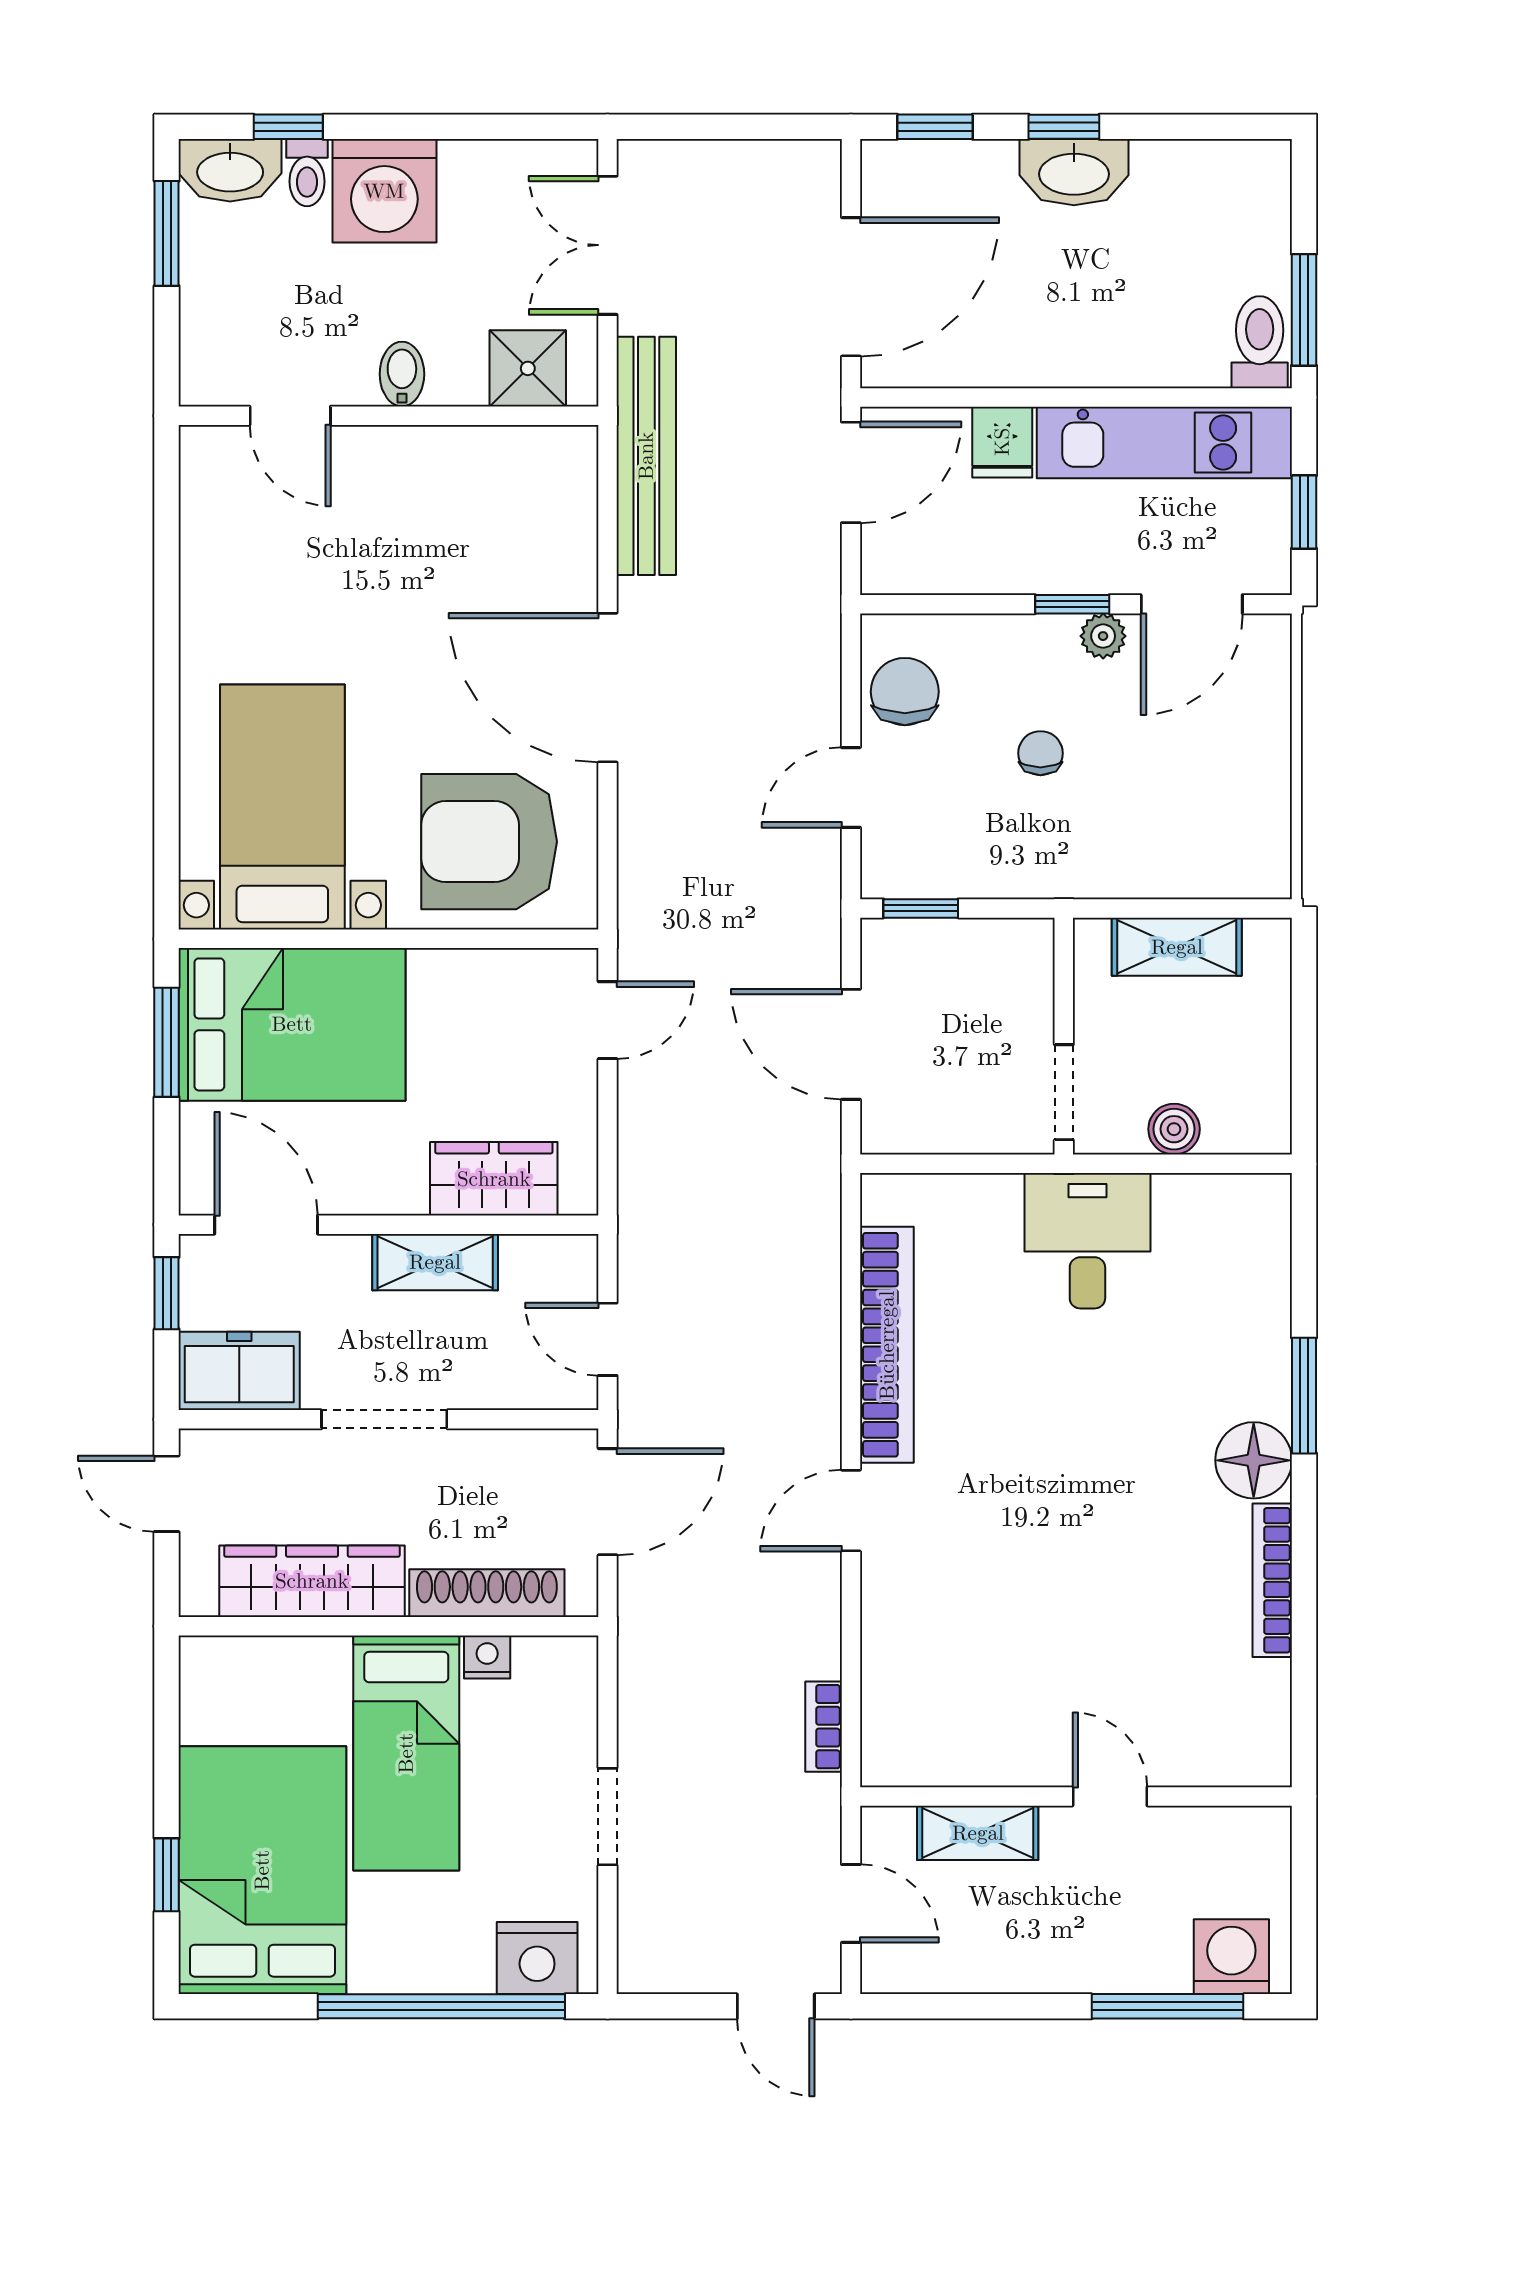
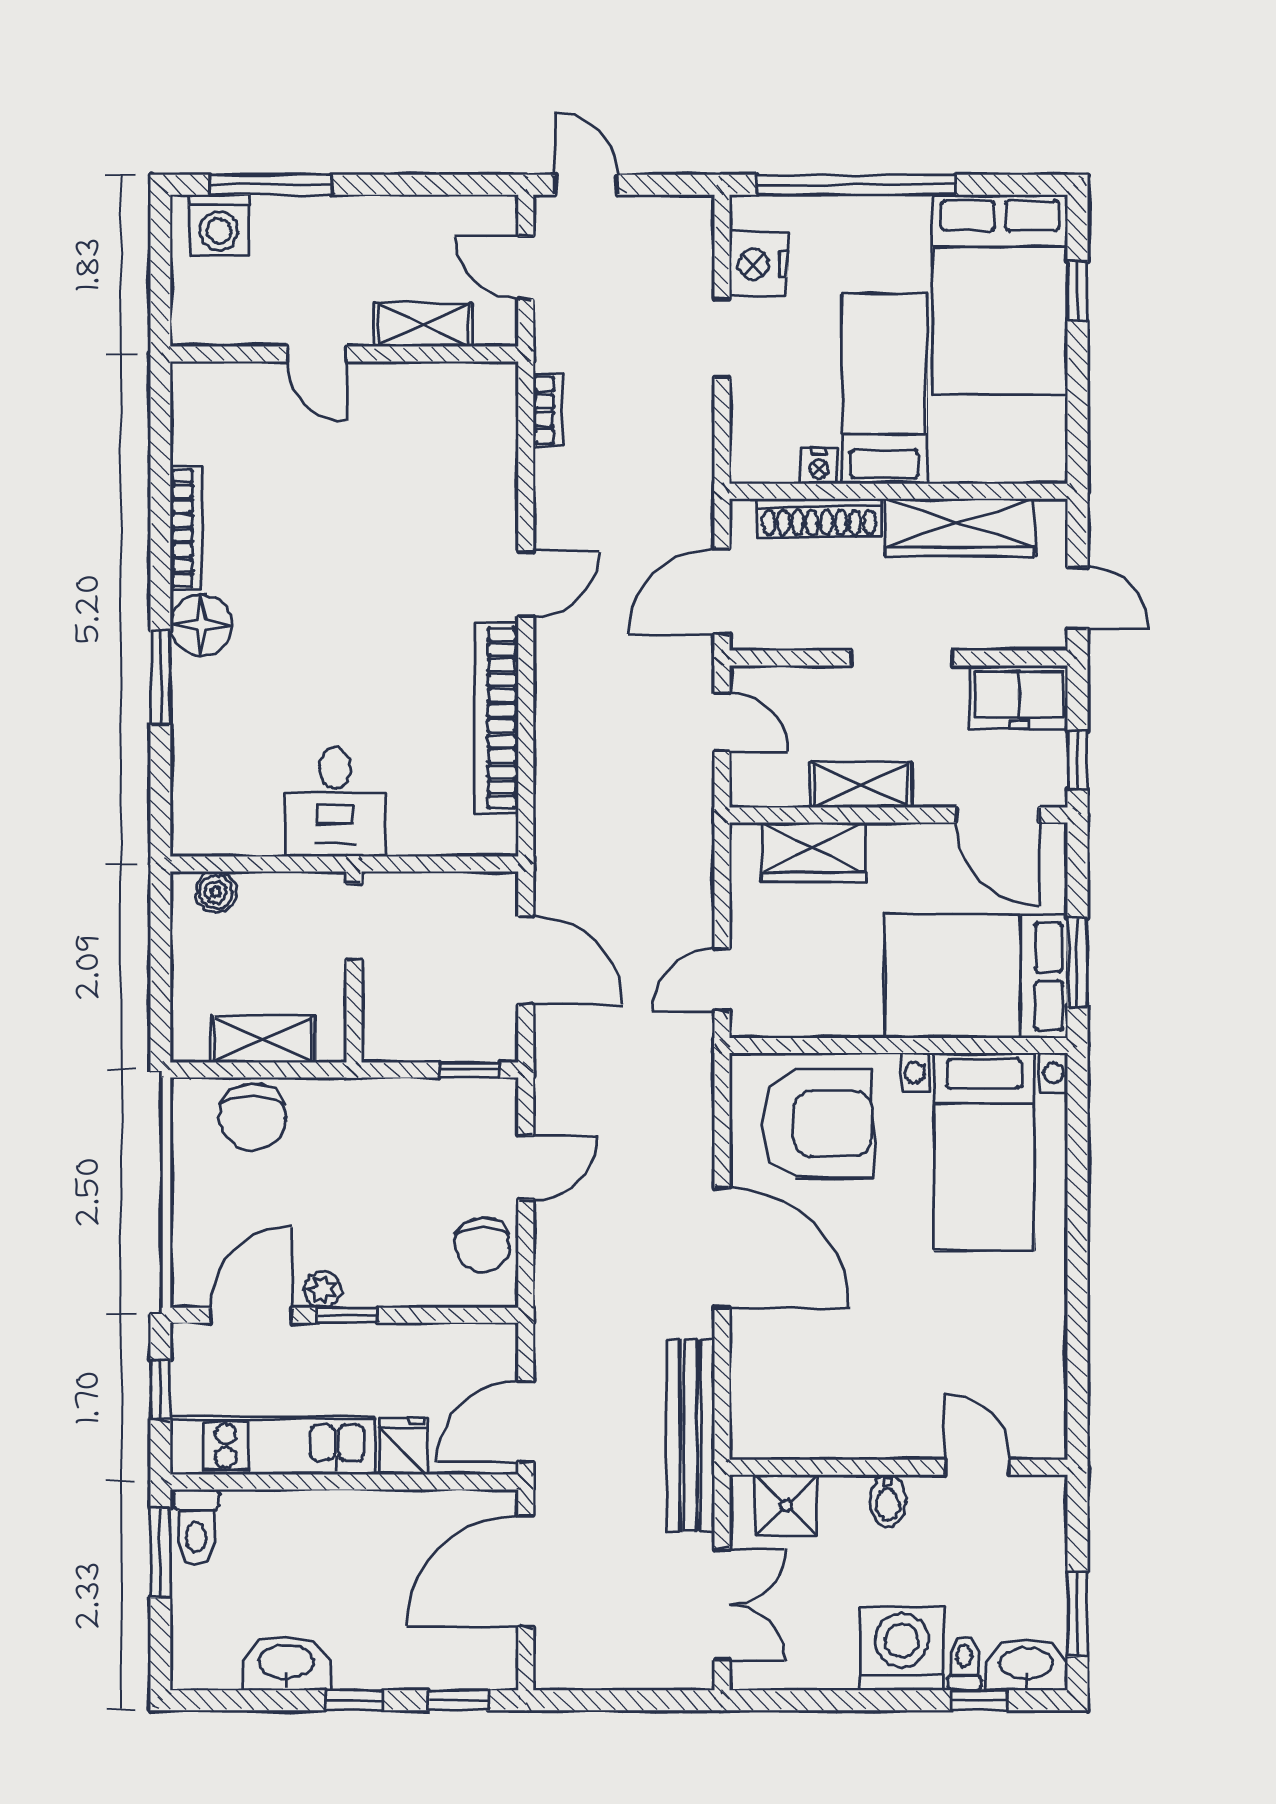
washbasin: (1074, 172) -> (287, 1664), moved
chair: (1040, 753) -> (253, 1117), moved, width x1.87, depth x1.87
boiler: (1174, 1129) -> (216, 892), moved
nightstand: (537, 1958) -> (758, 264), moved, turned -90

